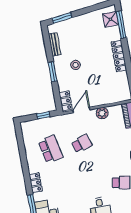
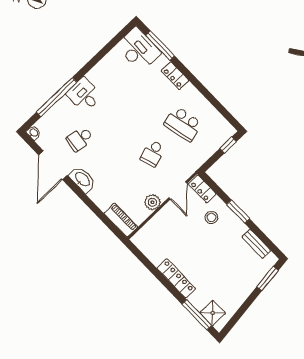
stool: (76, 65) -> (211, 217), moved
window: (43, 115) -> (228, 145), moved

